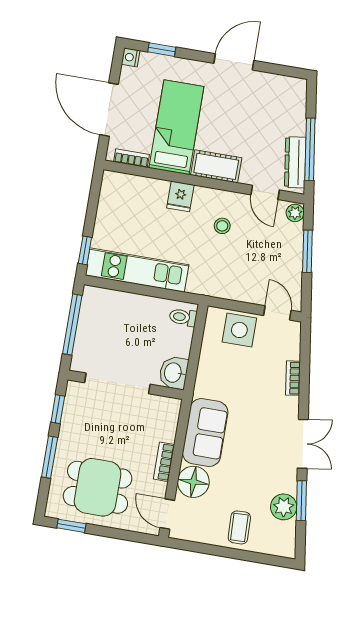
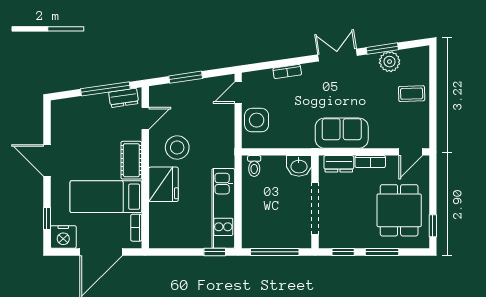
nightstand: (131, 57) -> (63, 237), width x1.89, depth x1.79
dresser: (295, 162) -> (124, 98), width x0.70
fridge: (180, 196) -> (163, 184), width x1.88, depth x1.34
plant: (295, 213) -> (157, 92), removed
stool: (222, 226) -> (177, 147), width x1.89, depth x1.89
dresser: (168, 423) -> (339, 164), added
floor lamp: (193, 482) -> (382, 136), removed

